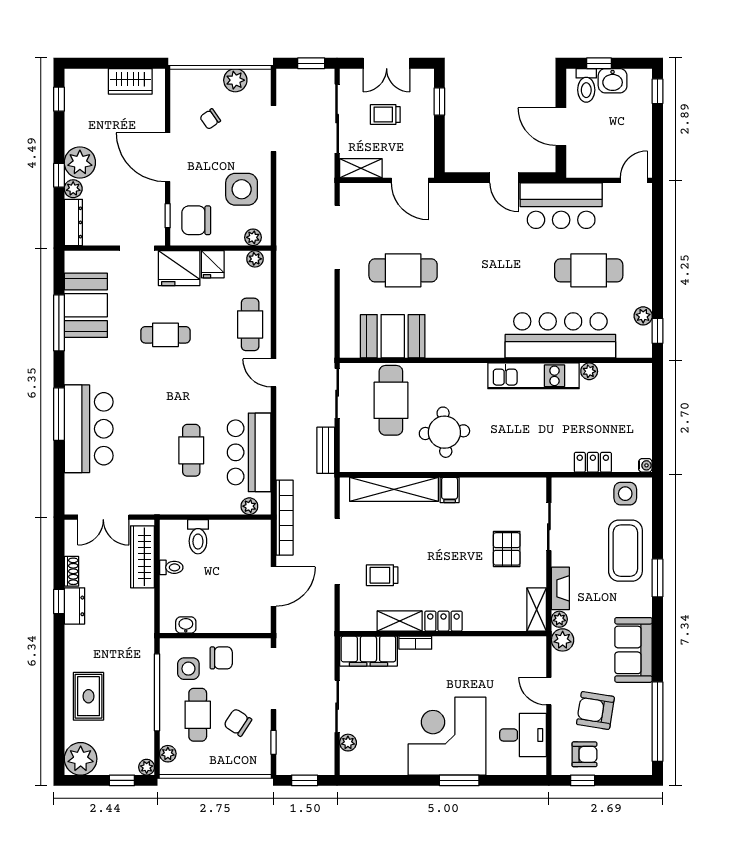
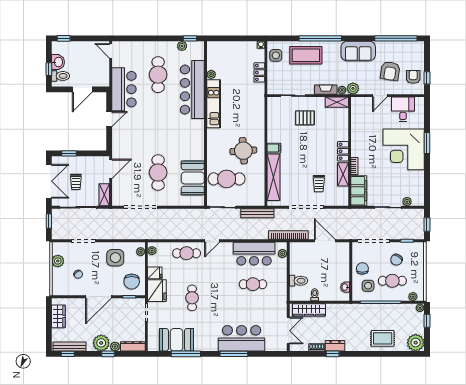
double door: (387, 63) -> (49, 181), width x1.37
bench: (73, 102) -> (69, 347), added
bench: (326, 450) -> (257, 213), width x1.36
window: (657, 578) -> (320, 38), width x2.11

